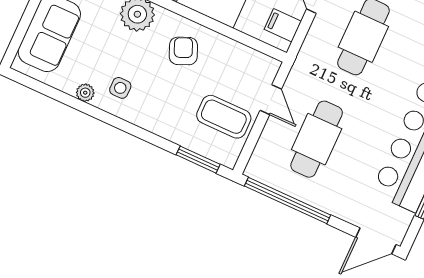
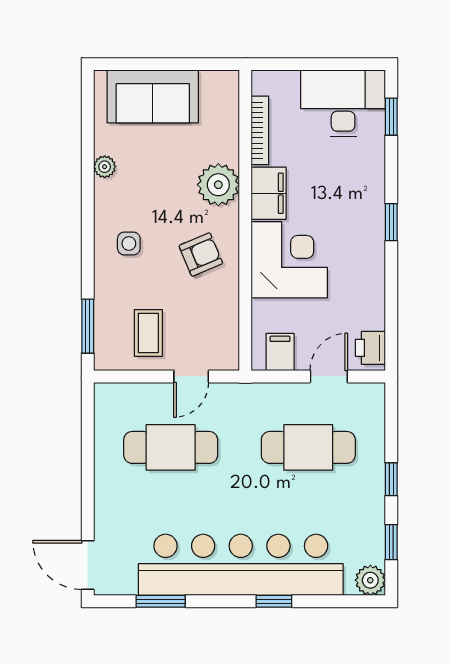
side table: (120, 88) -> (129, 243), moved
coffee table: (224, 117) -> (148, 333), width x0.73, depth x0.77
window: (288, 201) -> (88, 446), removed

